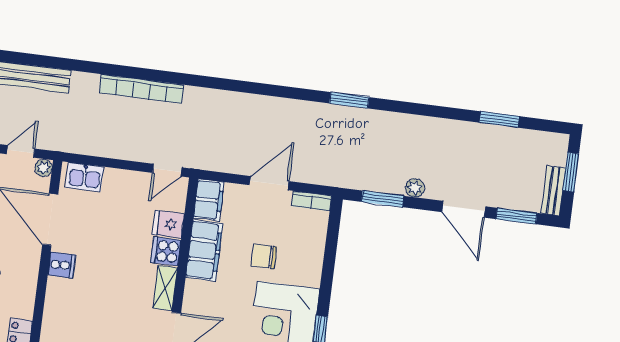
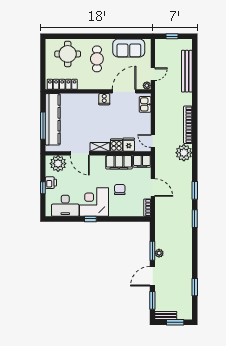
window: (287, 92) -> (195, 190), added
plant: (201, 106) -> (184, 153), added
door: (21, 151) -> (153, 74), hinge flipped
window: (383, 199) -> (152, 251), moved

